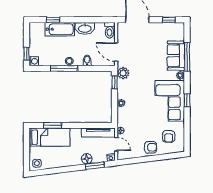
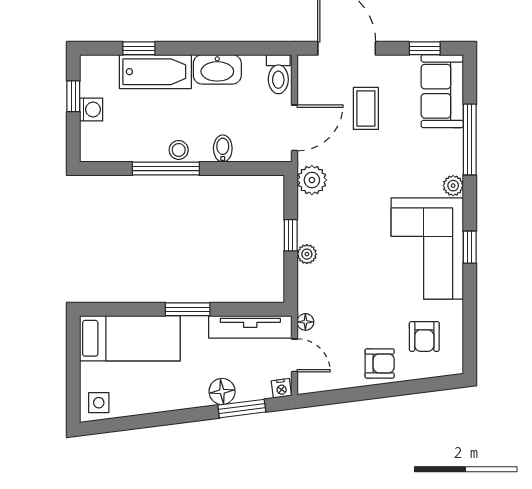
coffee table: (145, 44) -> (366, 108), added
door: (116, 52) -> (295, 128), swing flipped
window: (27, 54) -> (73, 96), moved
sofa: (176, 56) -> (442, 91), moved
washing machine: (34, 61) -> (91, 109), moved
window: (115, 82) -> (291, 235), moved
window: (53, 125) -> (188, 309), moved

